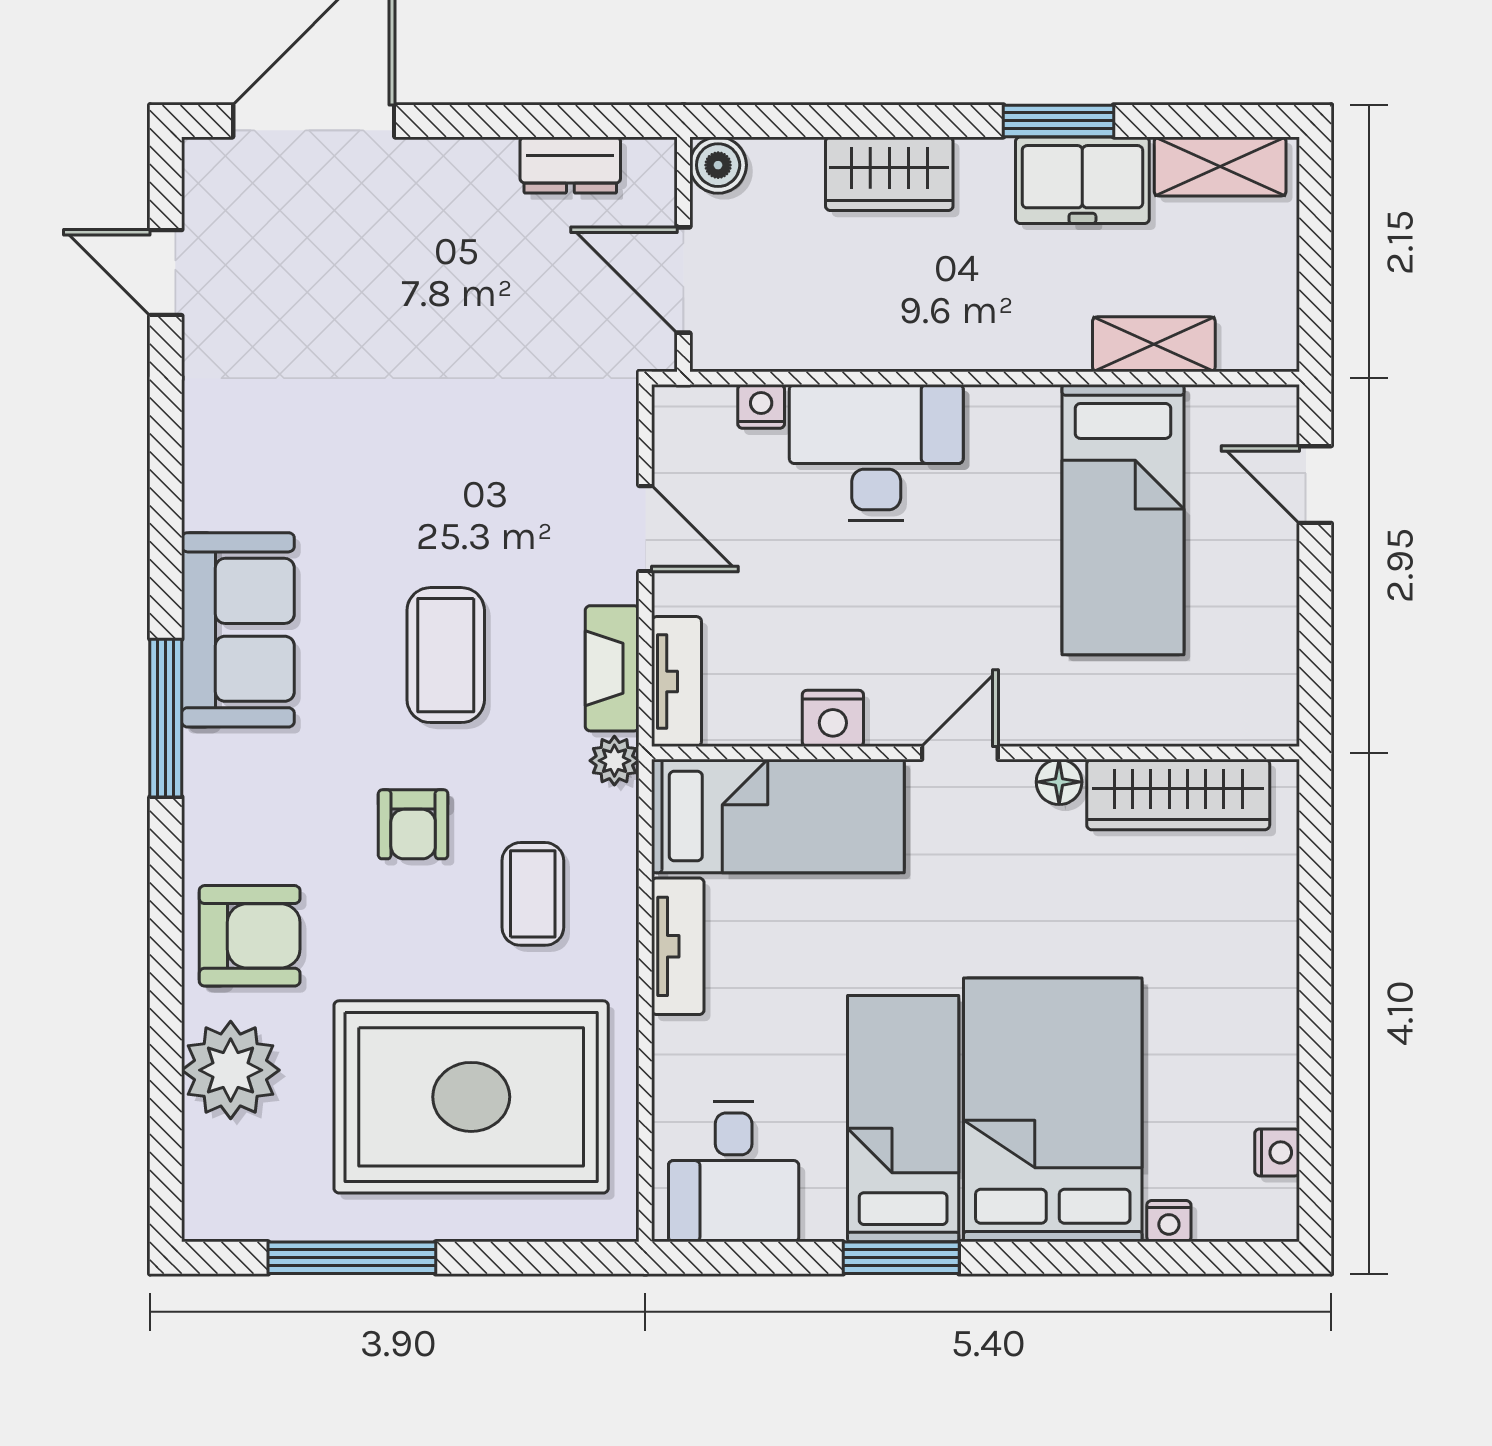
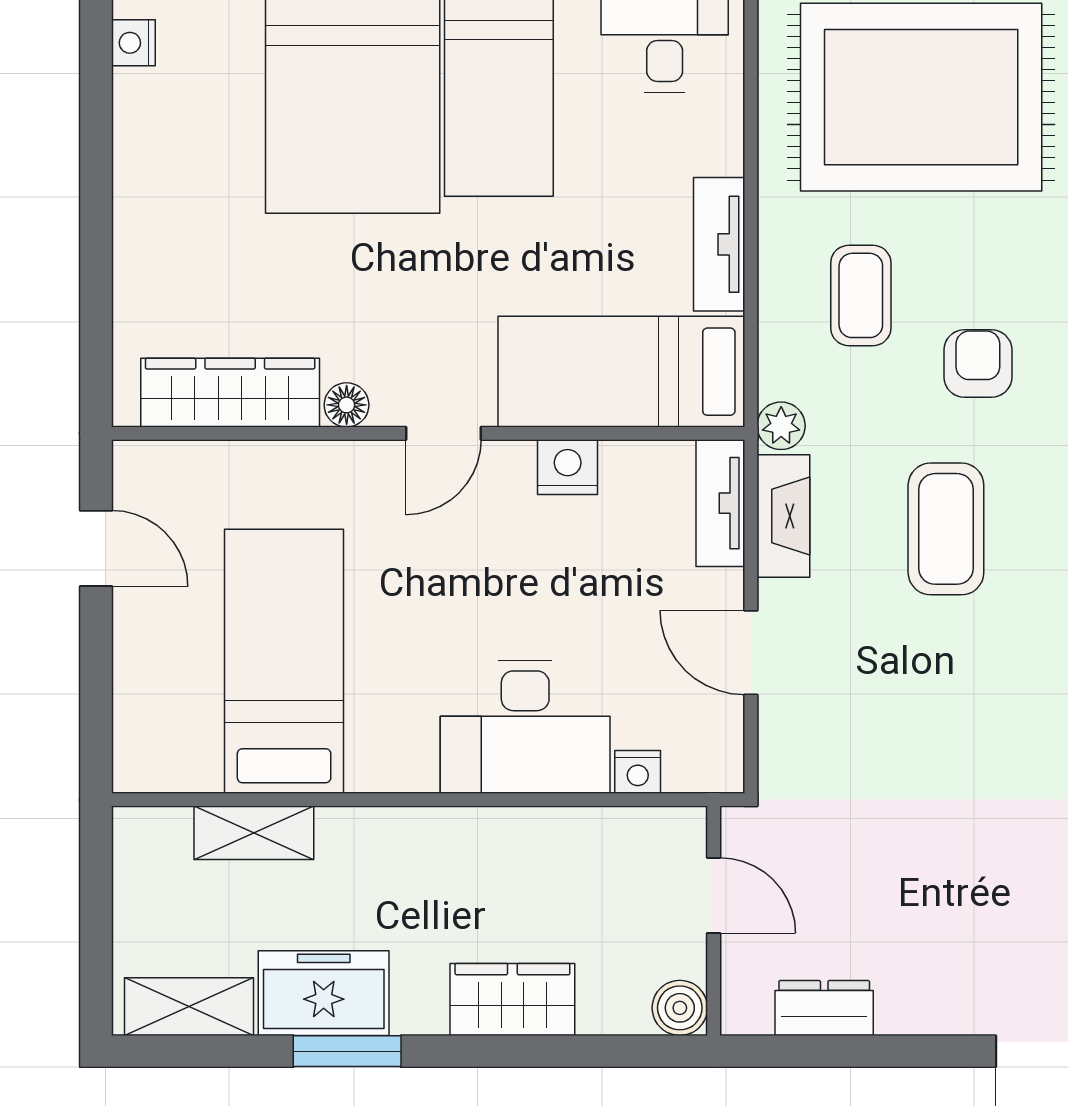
door: (683, 280) -> (714, 896), width x0.73
door: (1315, 485) -> (96, 548), moved

